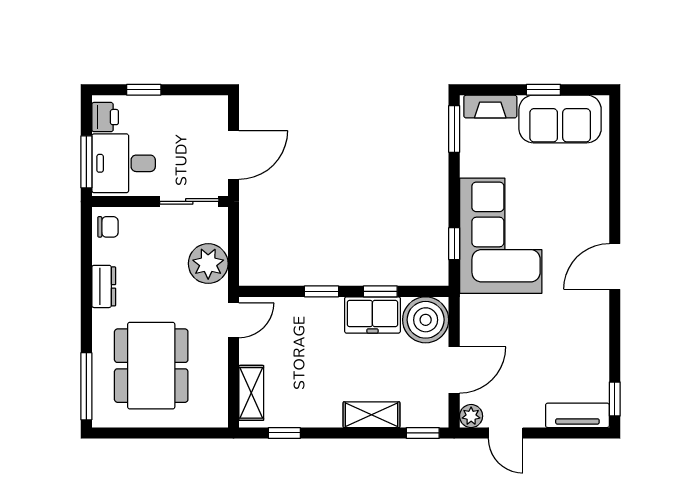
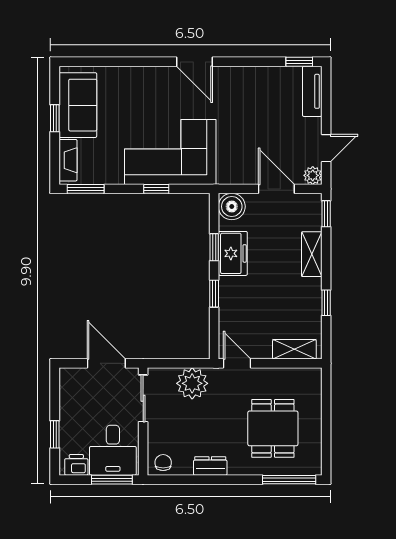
window: (454, 244) -> (156, 189), moved
boiler: (426, 320) -> (232, 206), width x0.73, depth x0.73
dining table: (151, 366) -> (273, 428), width x0.73
window: (284, 433) -> (326, 303), moved

